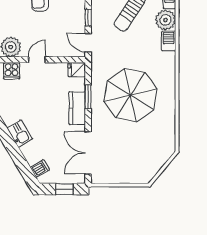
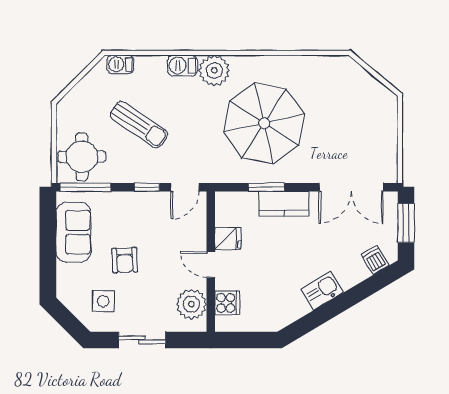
plant: (165, 20) -> (214, 70), moved
fridge: (77, 70) -> (228, 239), moved, turned -90
window: (64, 189) -> (406, 223), width x1.50

